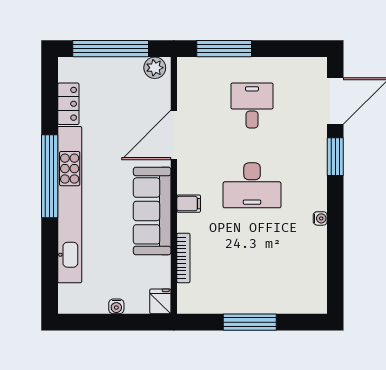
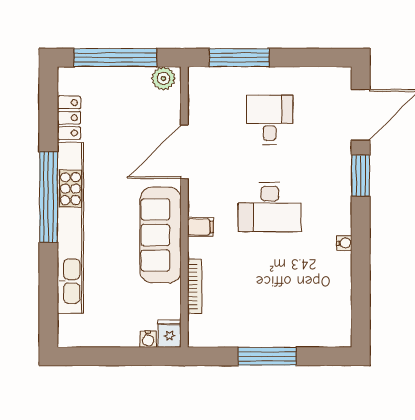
water cooler: (116, 306) -> (148, 339), moved

